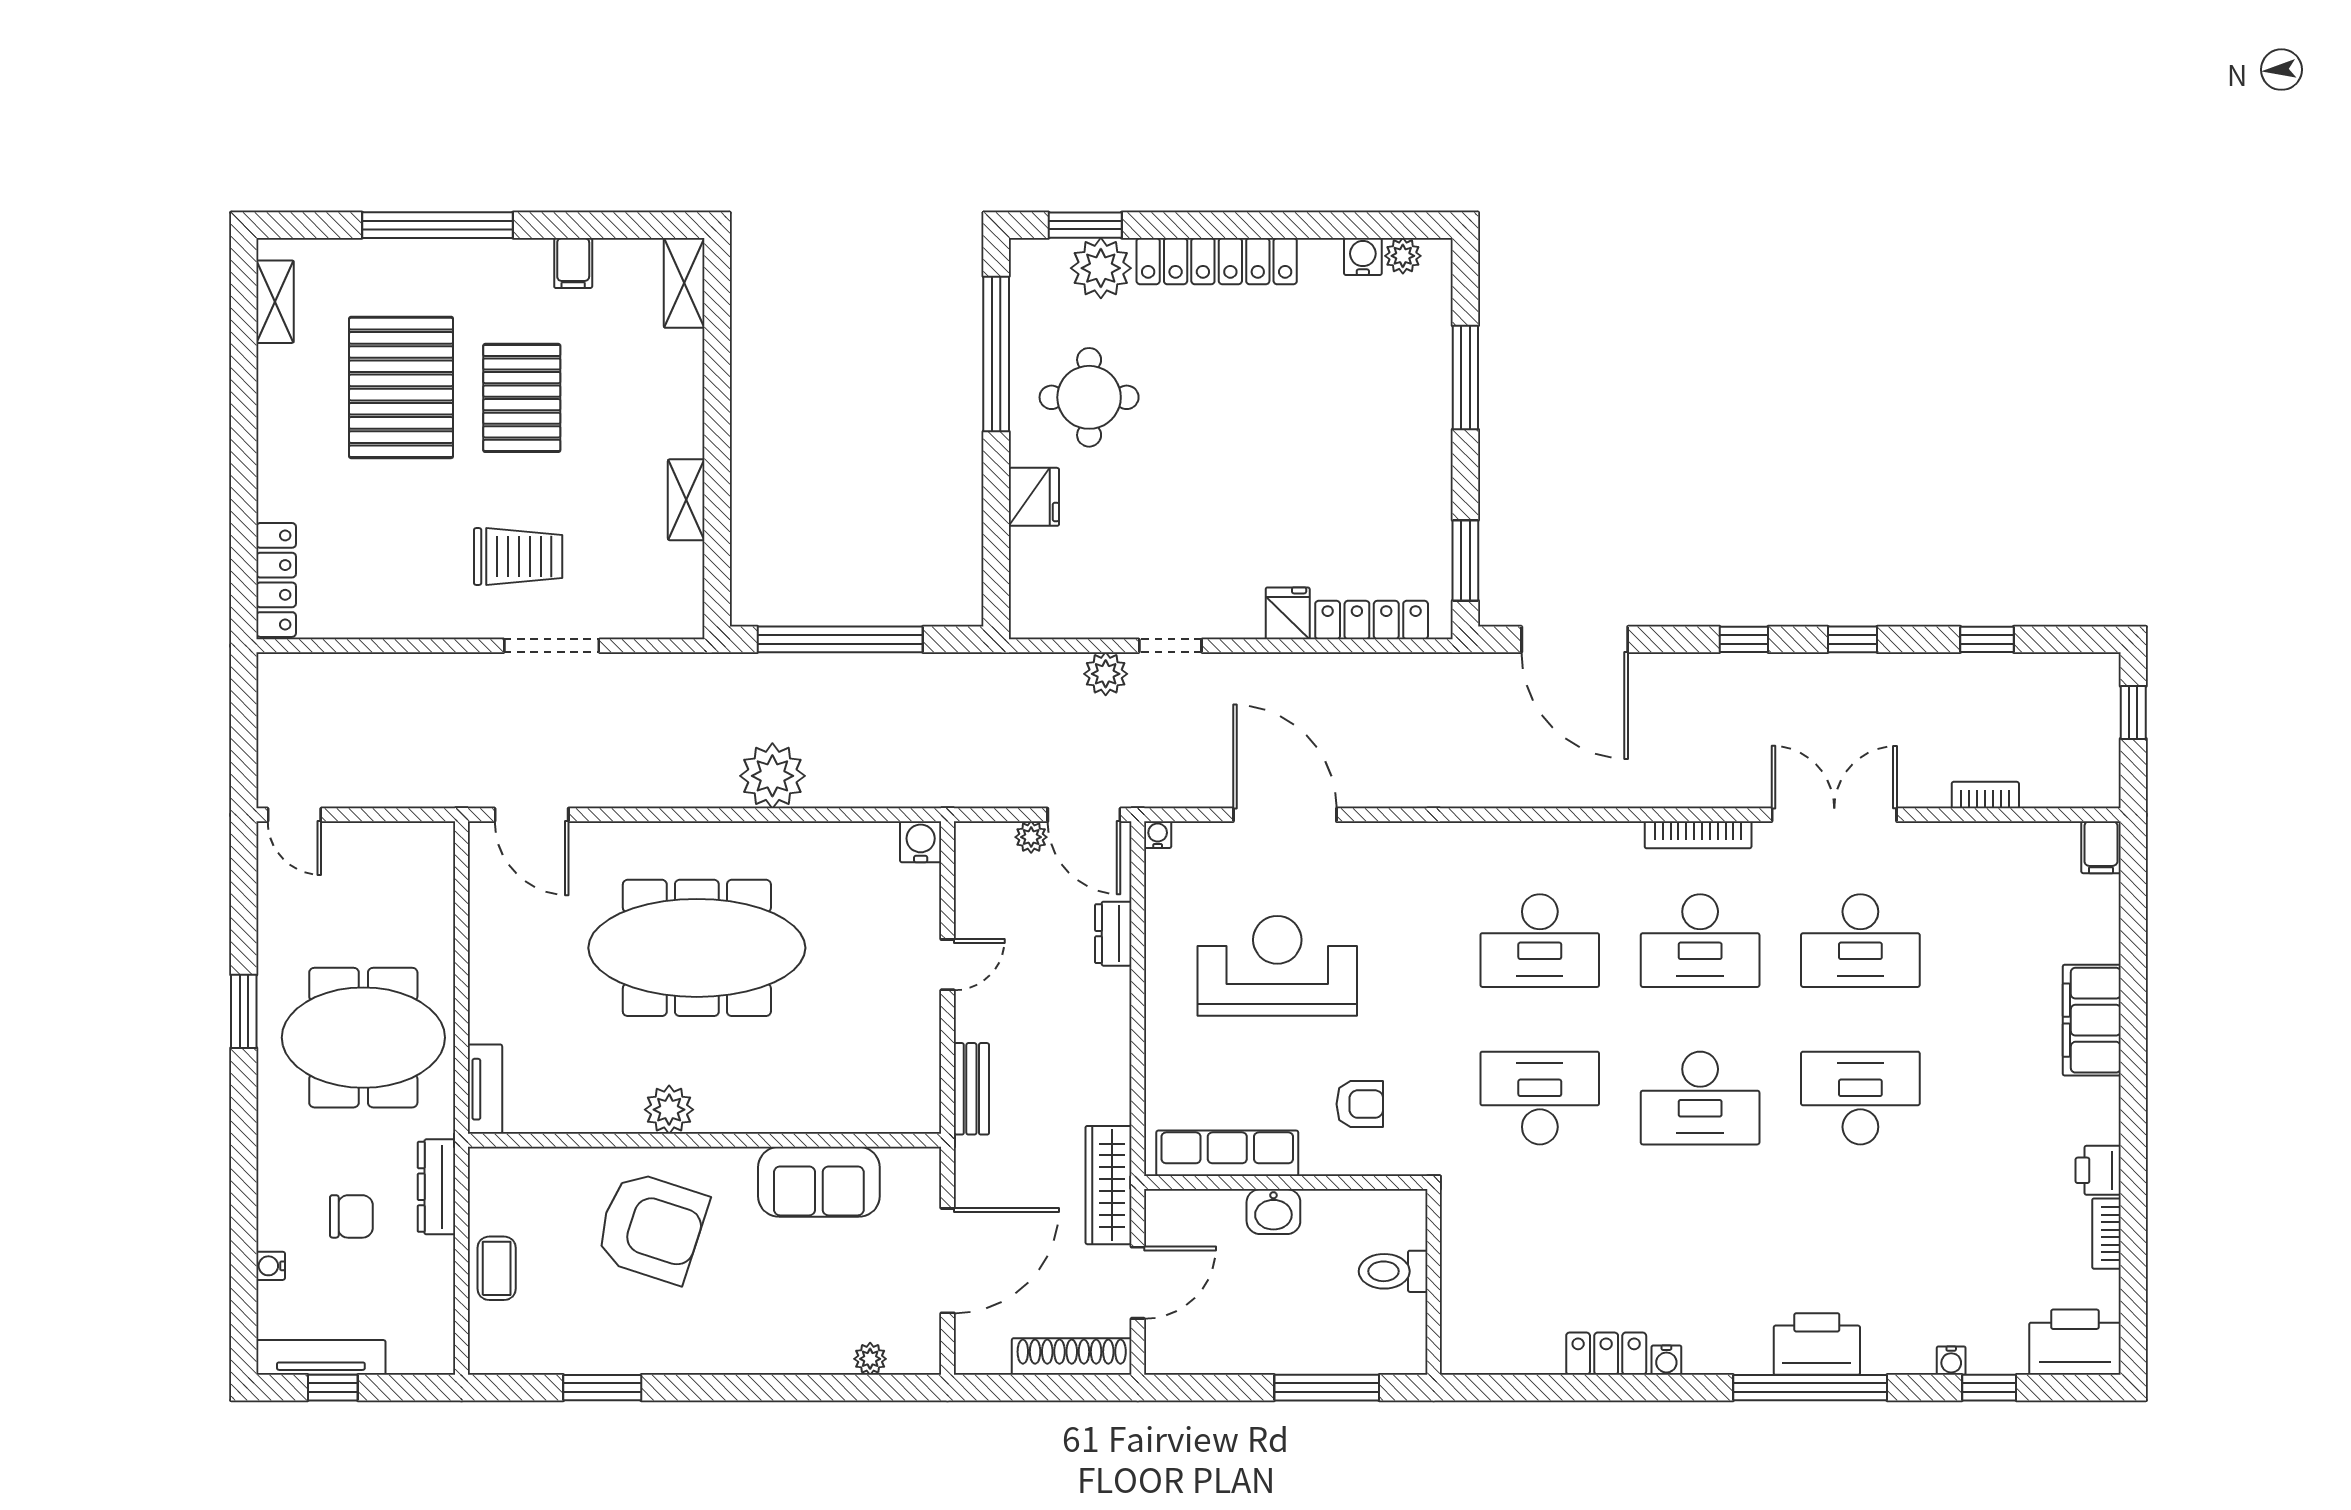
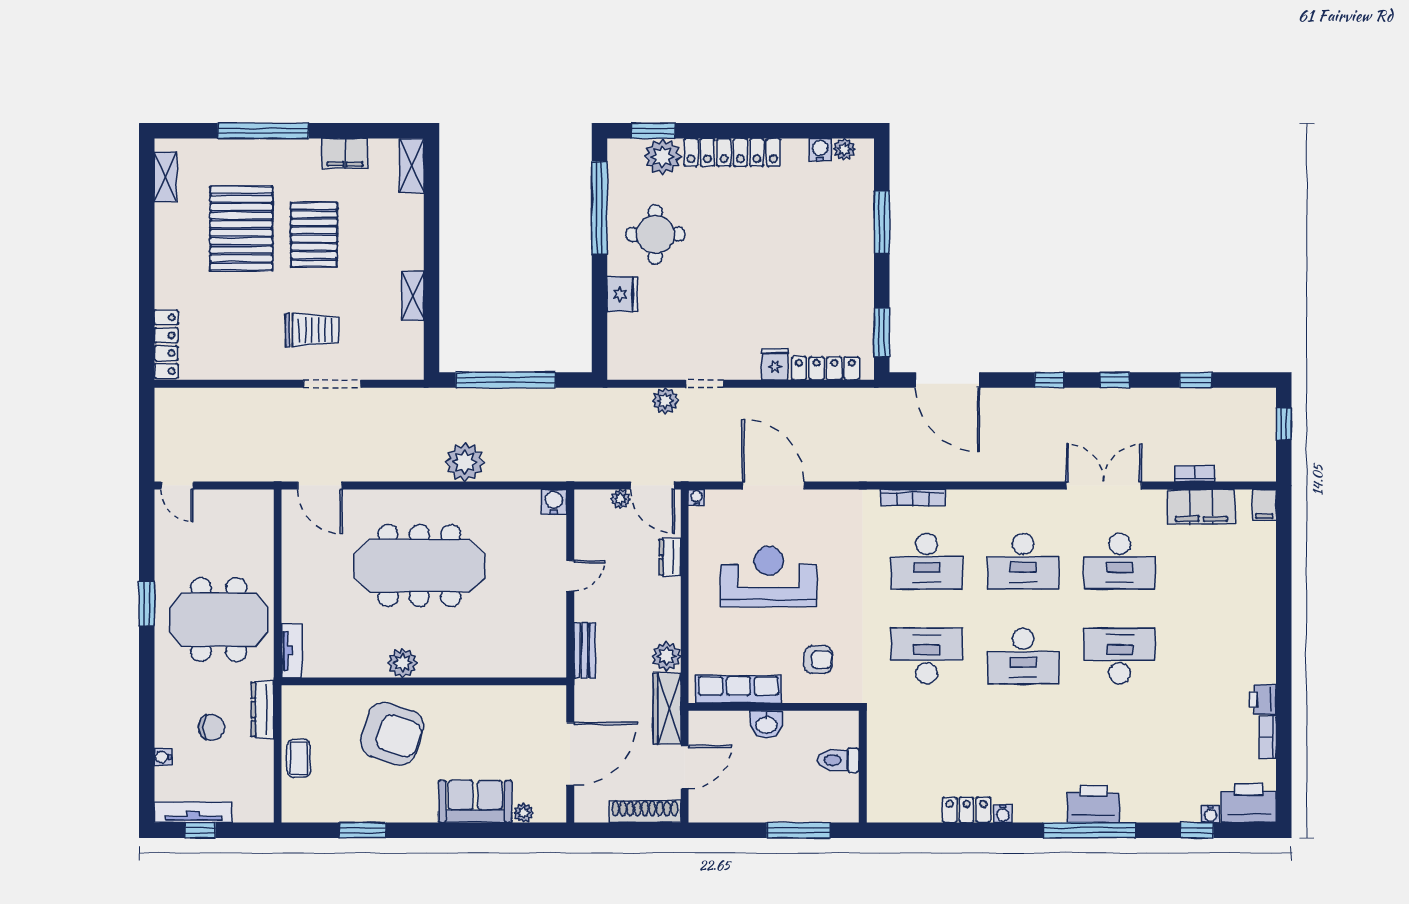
filing cabinet: (573, 263) -> (345, 154), width x2.00
bookcase: (1698, 835) -> (913, 498), moved
filing cabinet: (2092, 1020) -> (1201, 507), moved, turned -90
plant: (1107, 1099) -> (666, 656), added
sofa: (819, 1182) -> (475, 801), moved, turned 180
water cooler: (1951, 1361) -> (1211, 814), moved

